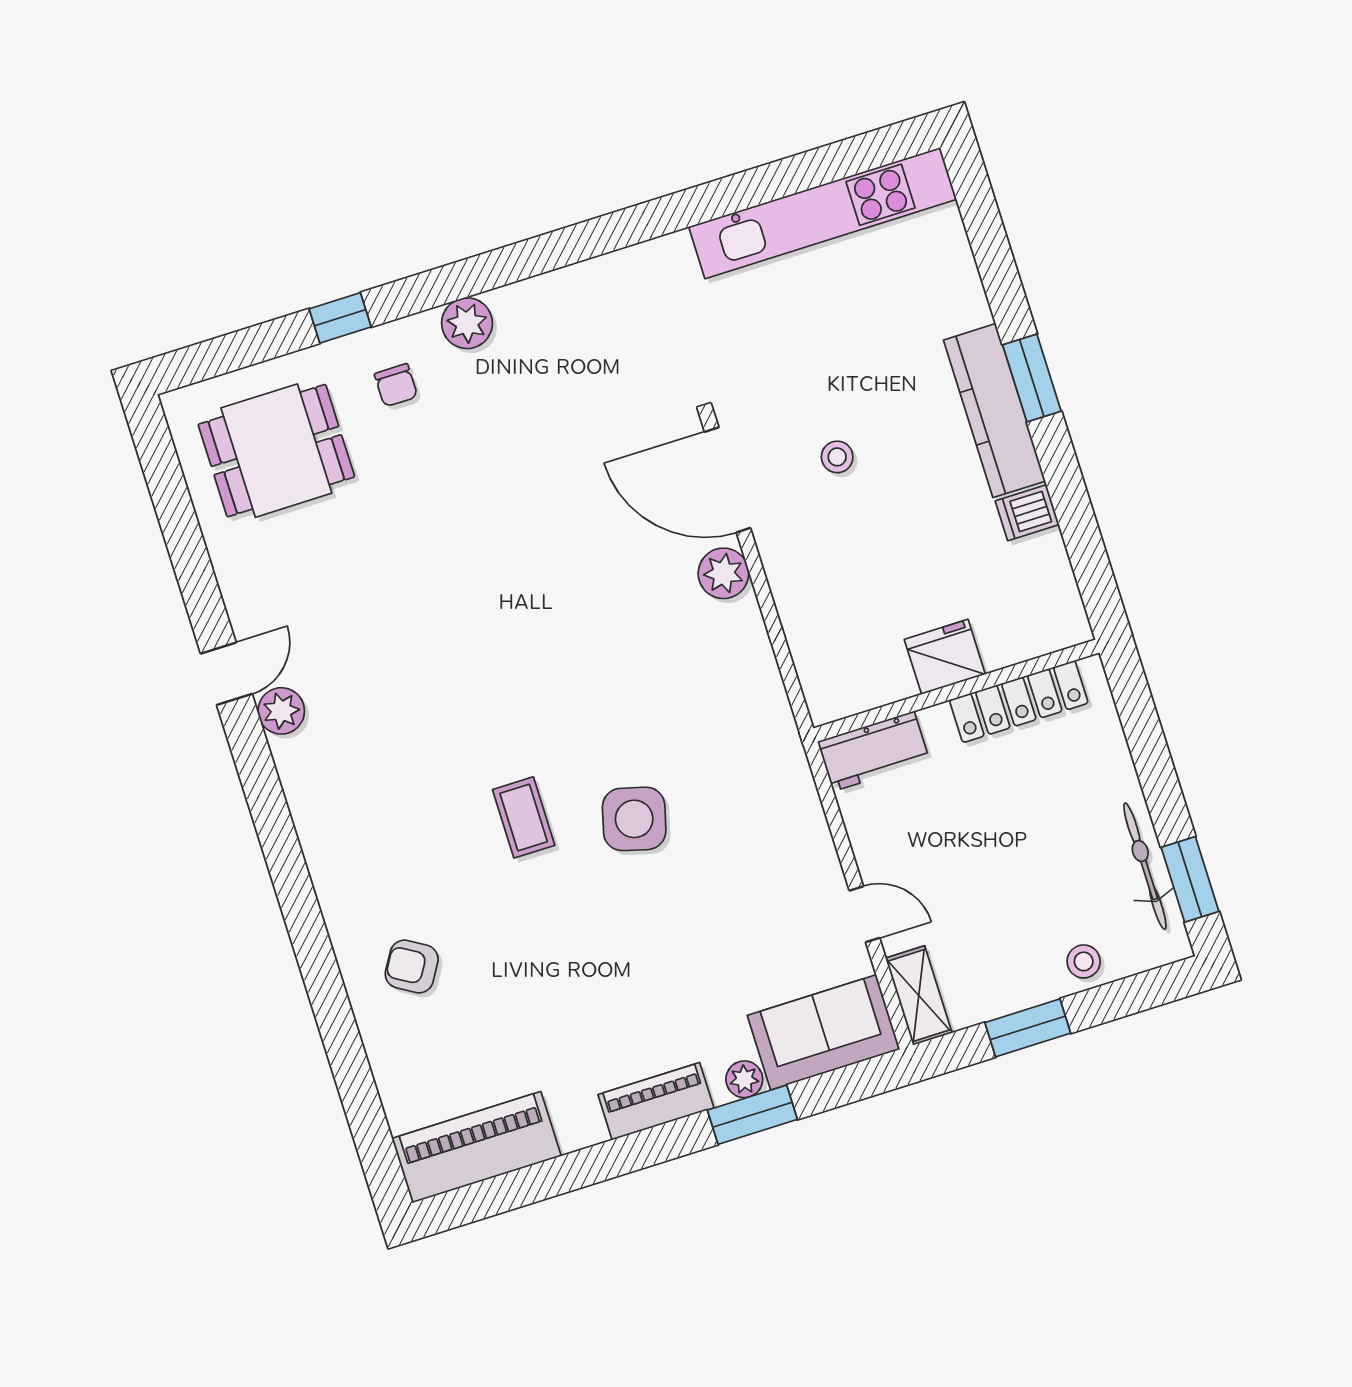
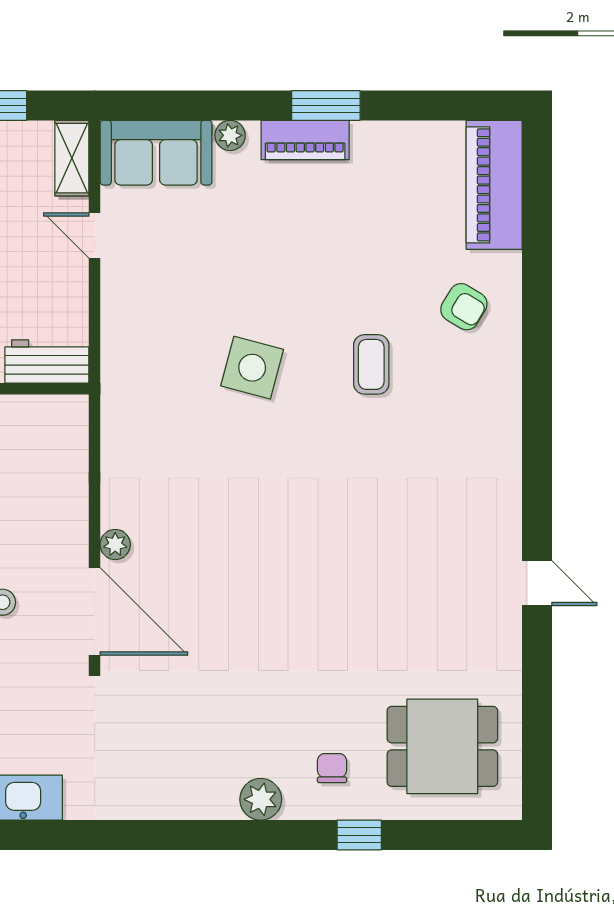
plant: (723, 573) -> (115, 544), width x0.73, depth x0.73
door: (226, 674) -> (537, 583), swing flipped
plant: (281, 711) -> (503, 540), removed
coffee table: (524, 817) -> (371, 364), moved
window: (752, 1115) -> (326, 105), moved
piano: (477, 1147) -> (494, 185), moved, turned 90

